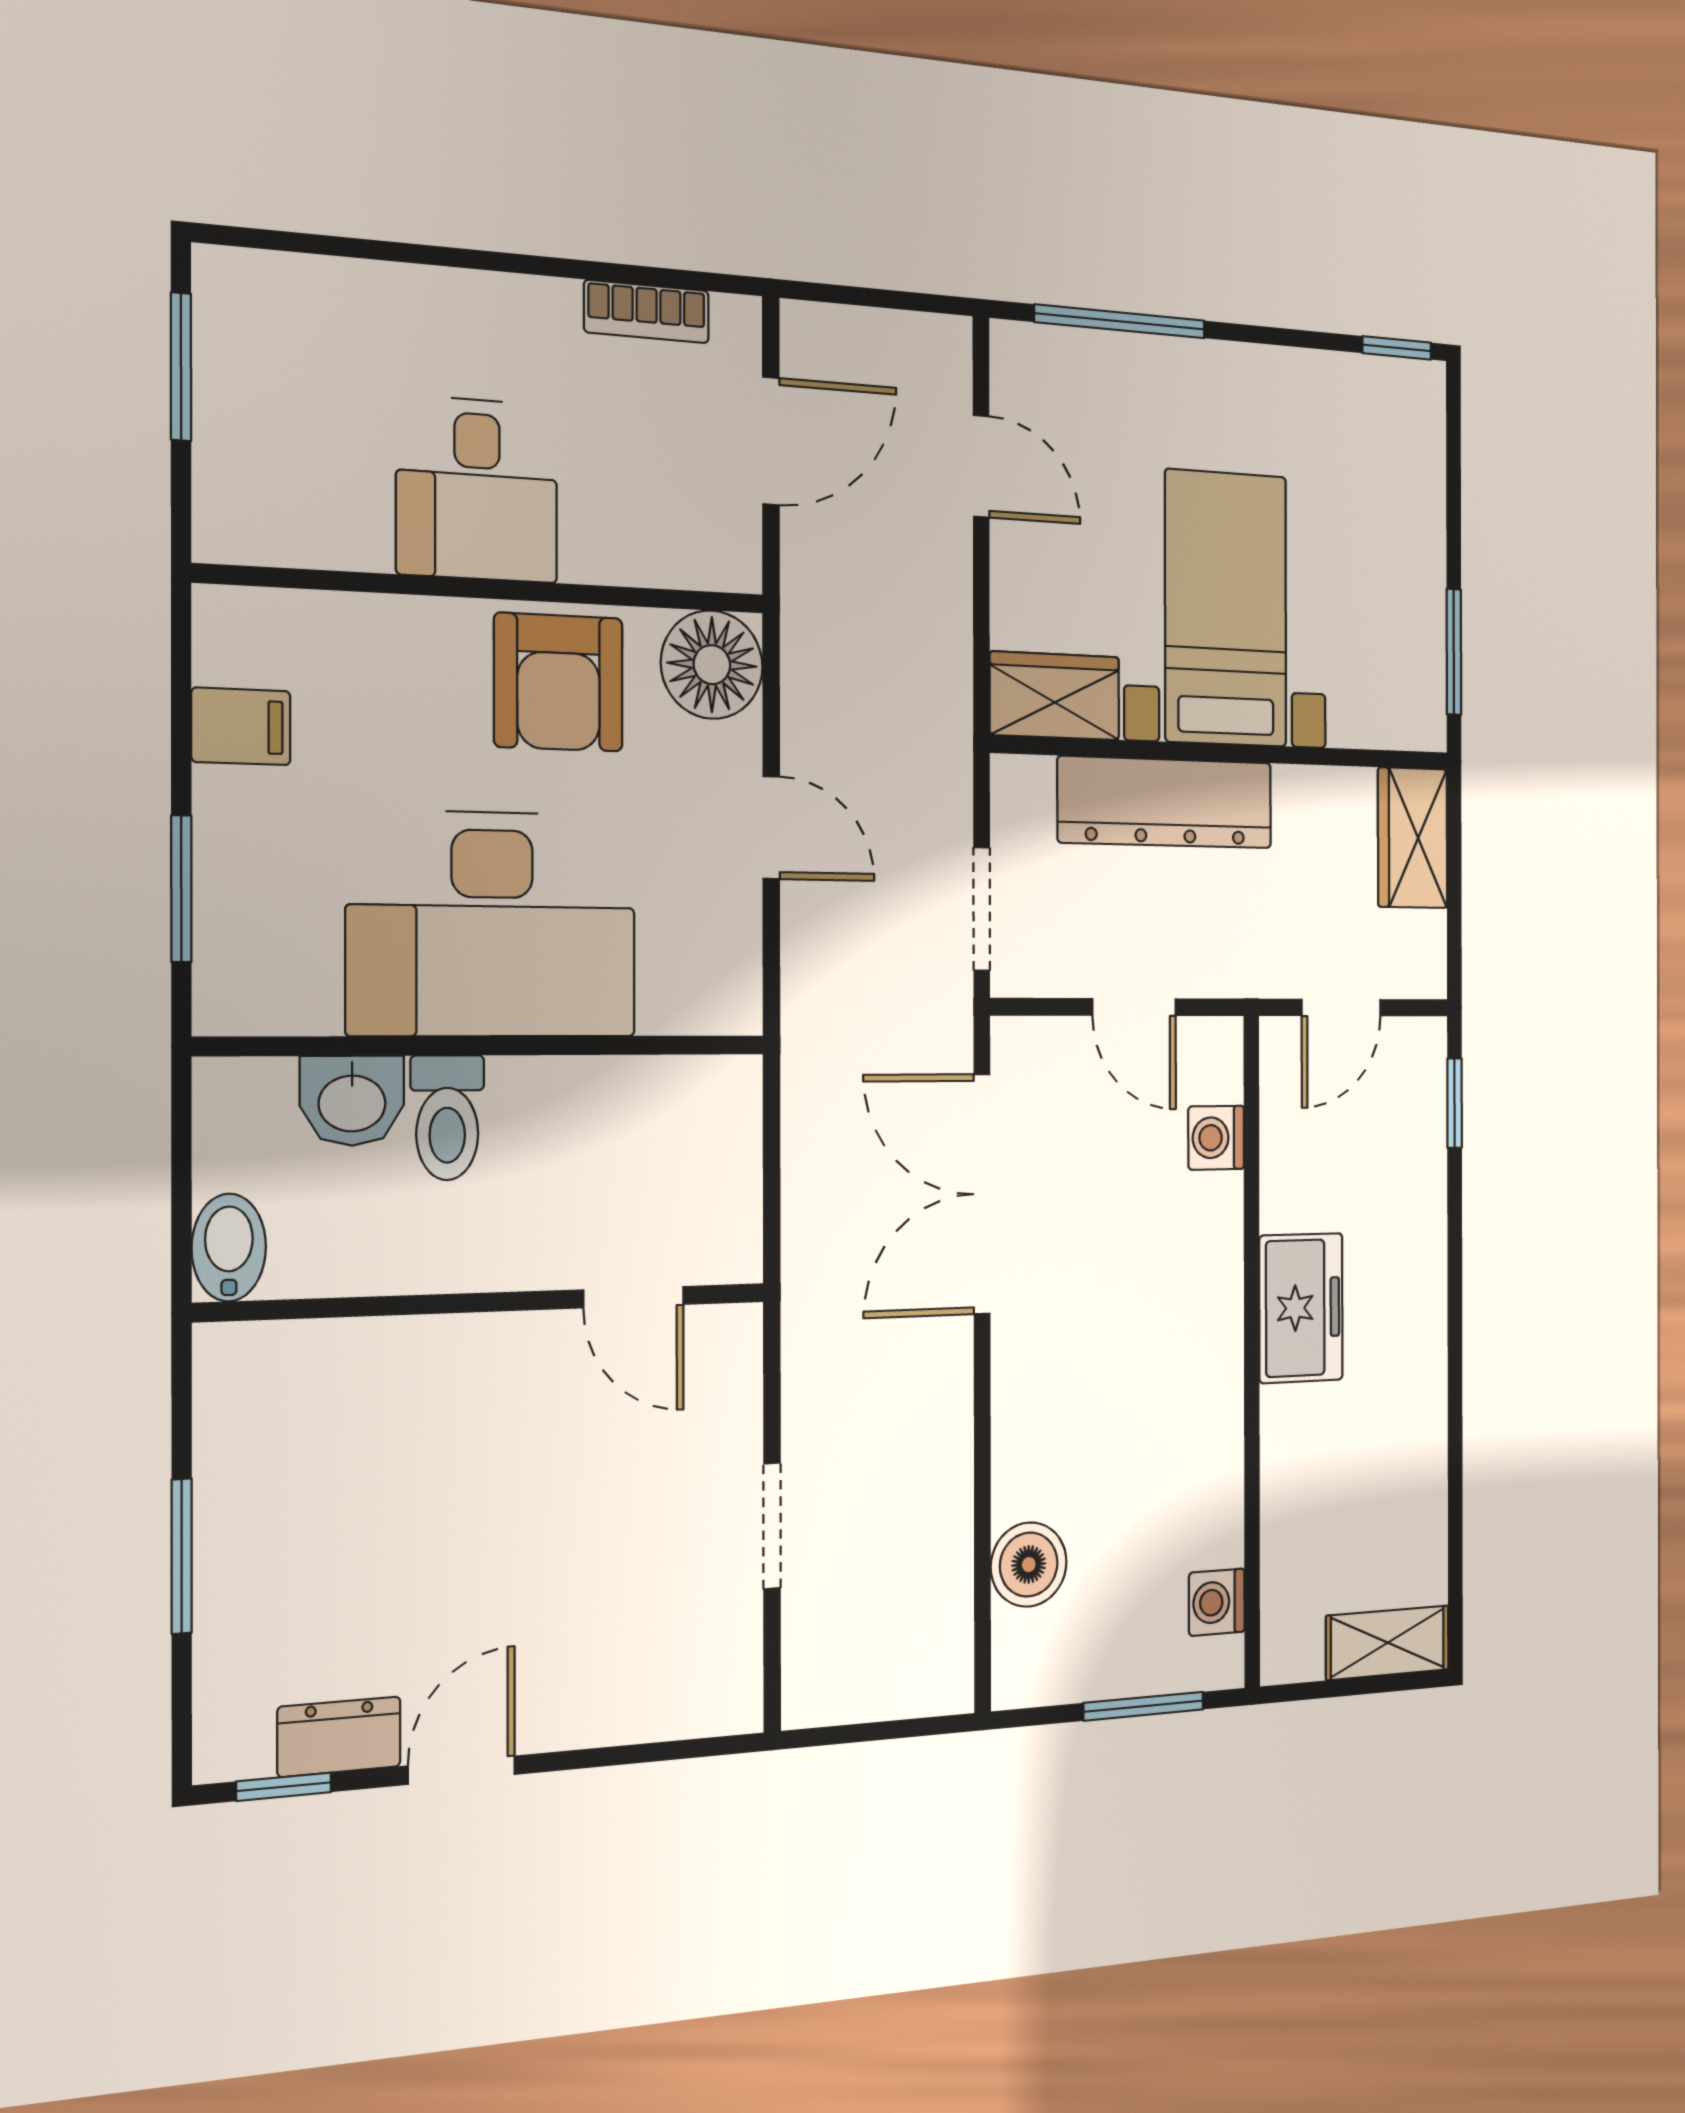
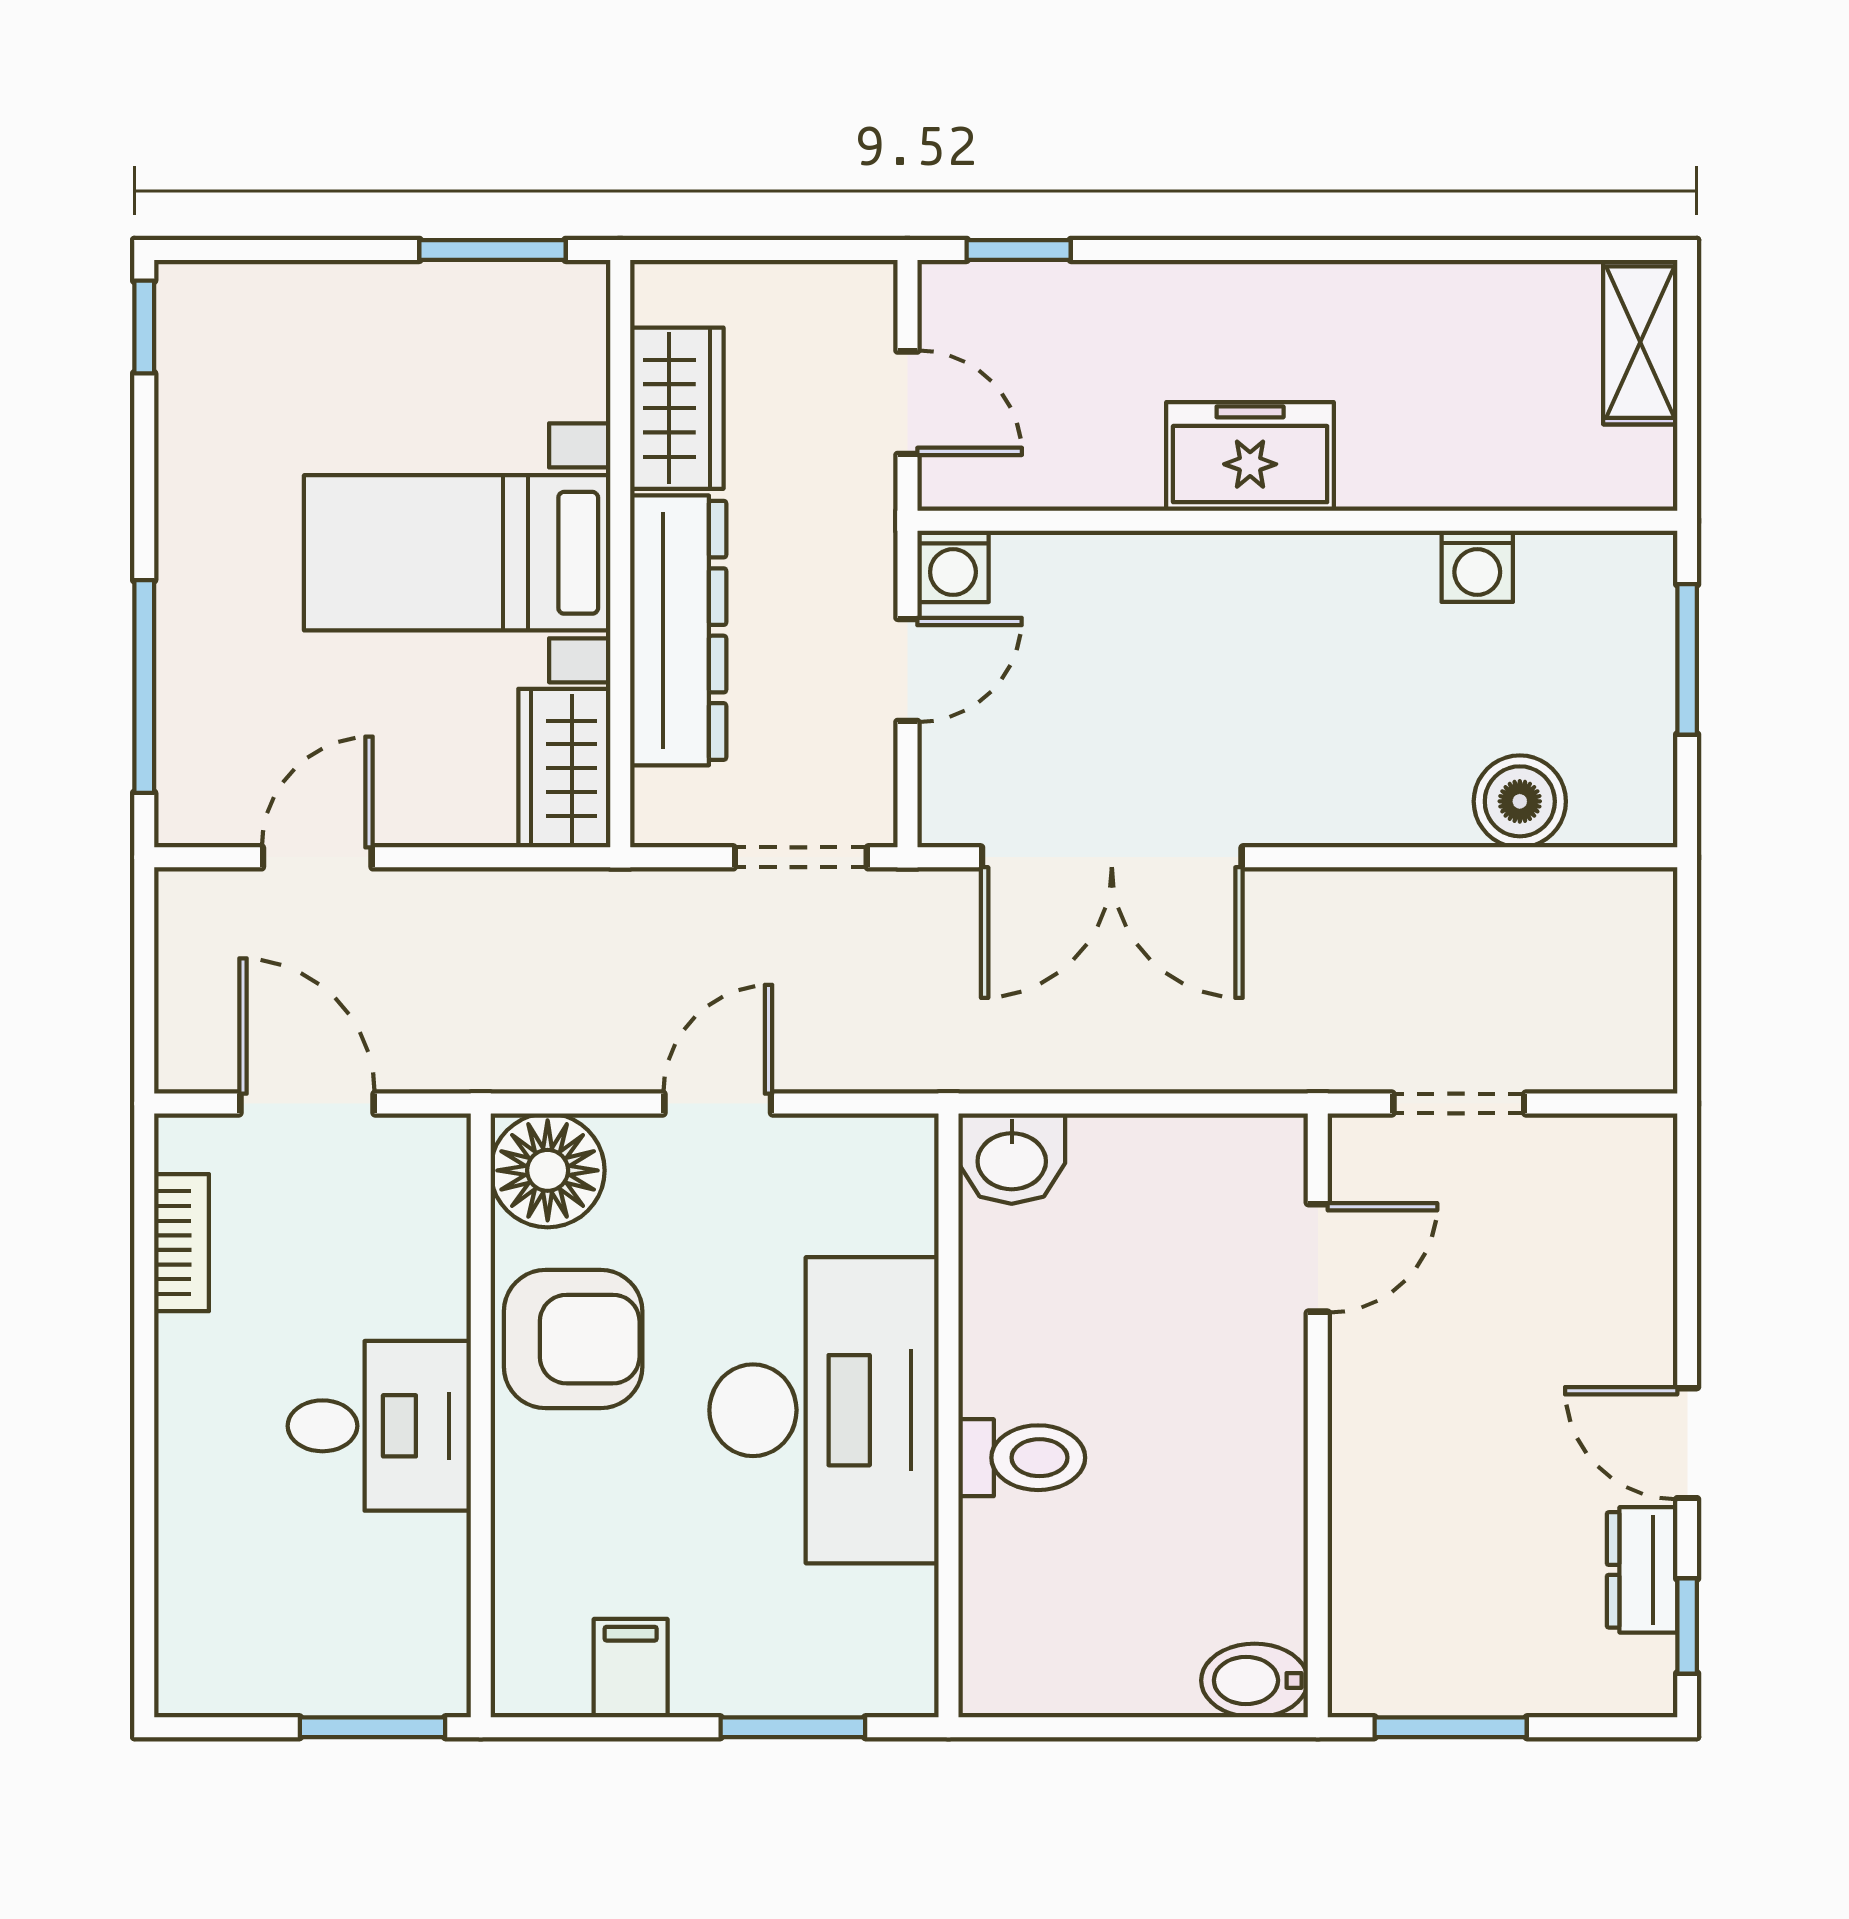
window: (181, 367) -> (372, 1727), moved
wardrobe: (1413, 838) -> (677, 408), moved, turned -90
washbasin: (352, 1101) -> (1012, 1159), moved, turned 90
washing machine: (1216, 1138) -> (953, 566), moved
bidet: (229, 1248) -> (1255, 1680), moved
door: (634, 1297) -> (1318, 1258), moved
wall: (488, 1302) -> (1318, 1415), moved
washing machine: (1217, 1602) -> (1477, 566), moved

